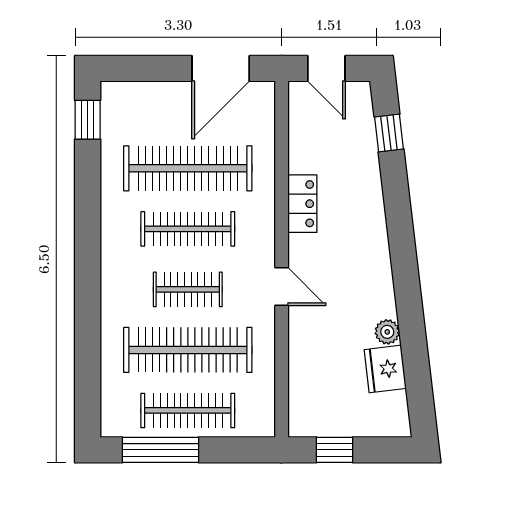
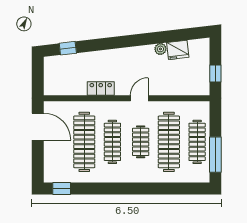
door: (326, 68) -> (38, 77), removed

